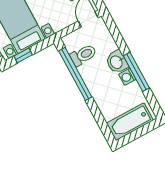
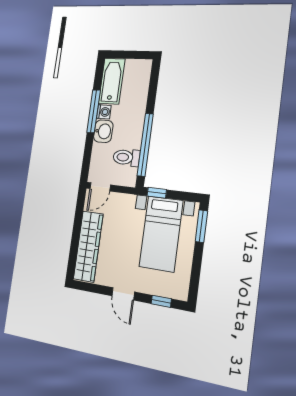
window: (23, 55) -> (157, 193), moved
bathtub: (130, 122) -> (112, 81), moved, turned -90

